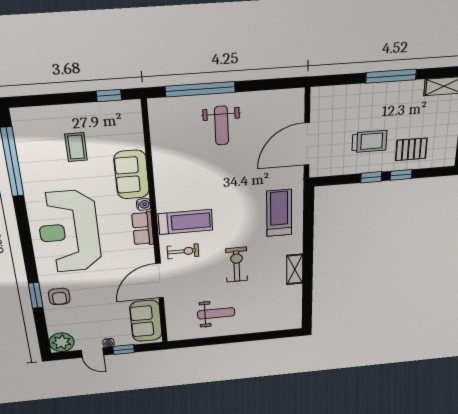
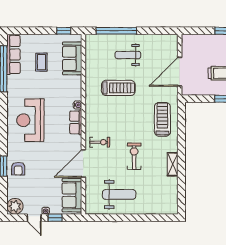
weight bench: (221, 126) -> (128, 55), turned 90
row of seats: (26, 139) -> (13, 54), added
sofa: (132, 175) -> (72, 58), moved
treadmill: (186, 222) -> (118, 88), moved
reception desk: (69, 232) -> (30, 120), width x0.74, depth x0.77
weight bench: (216, 313) -> (119, 194), width x1.36, depth x1.33

